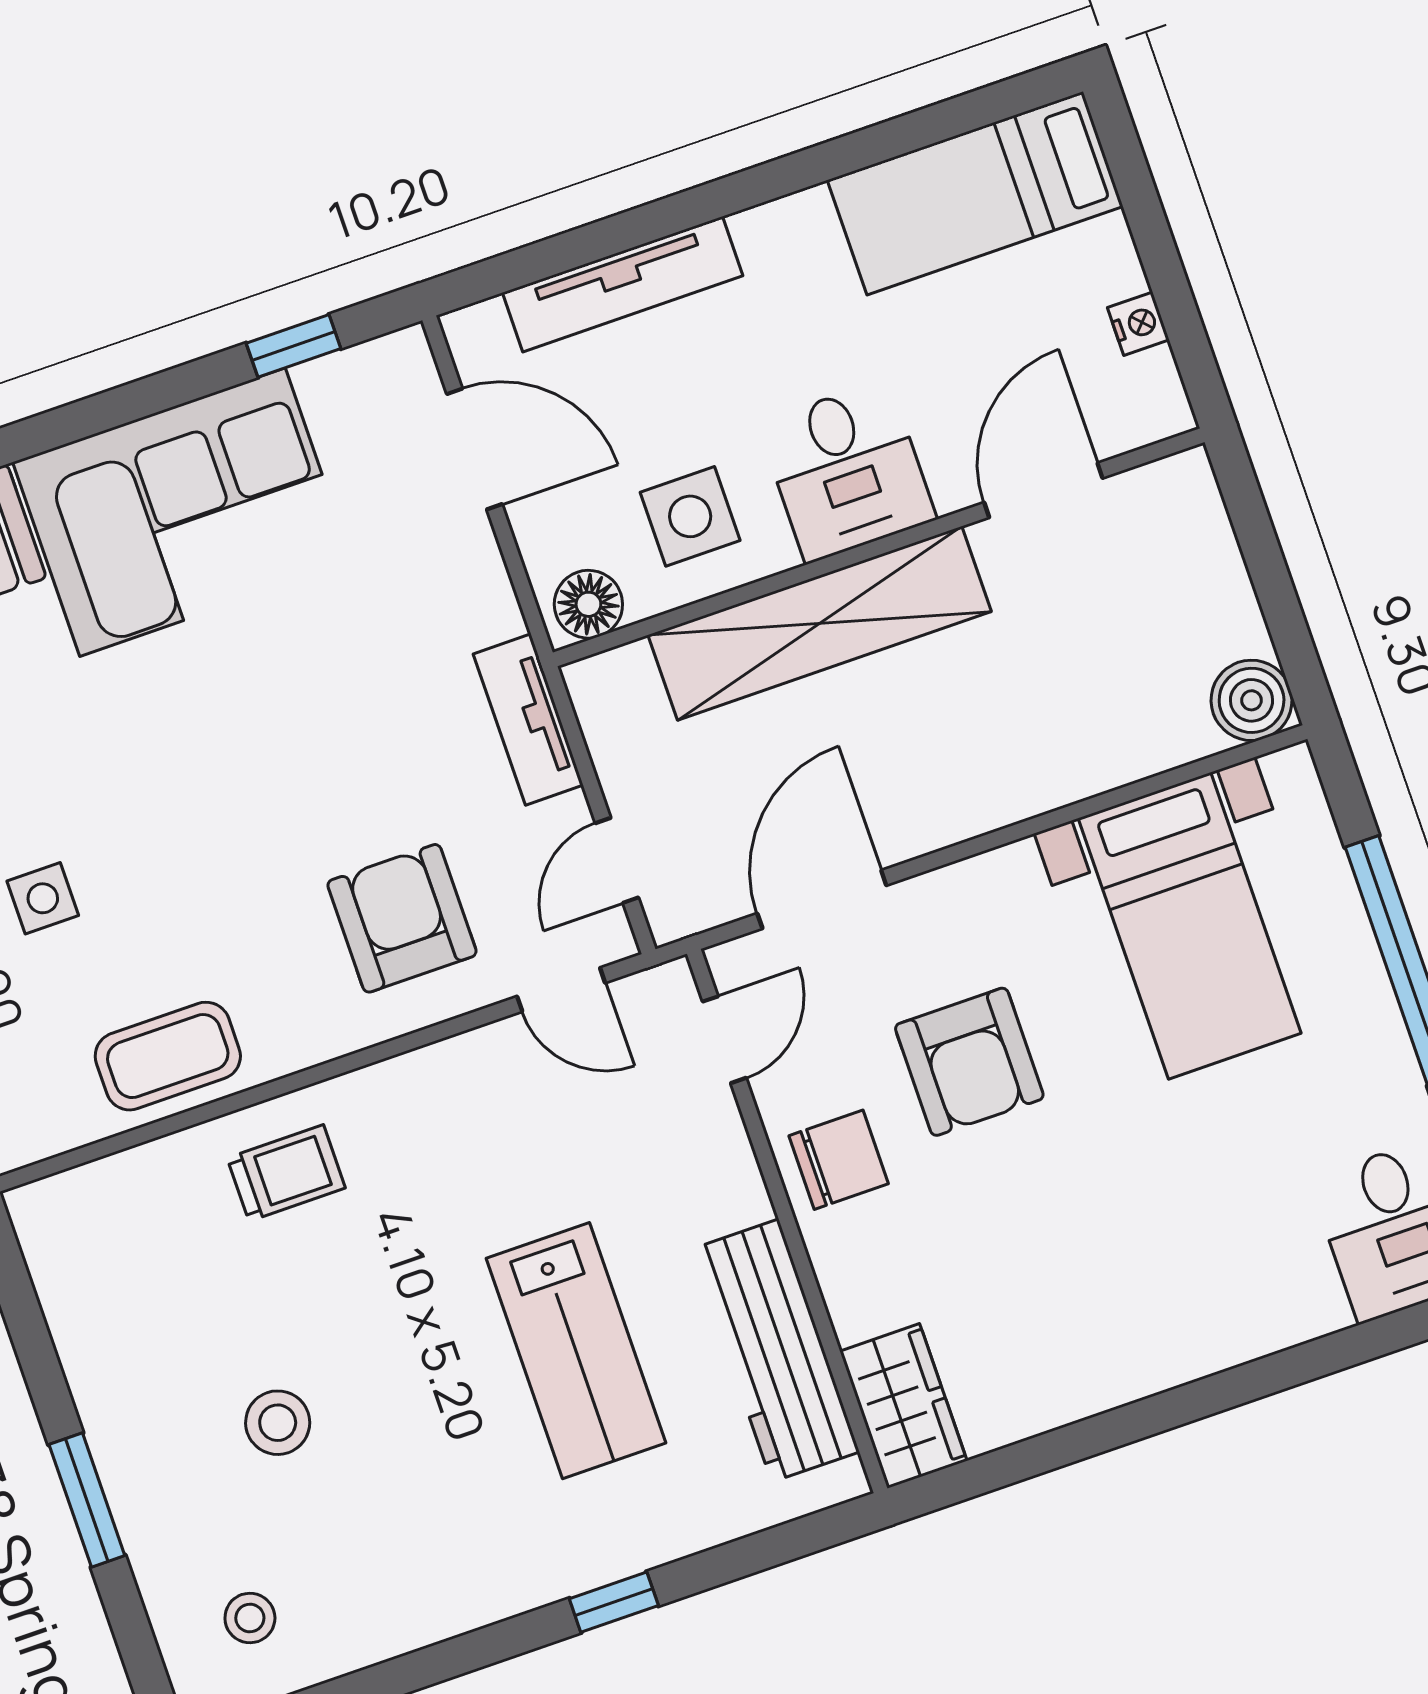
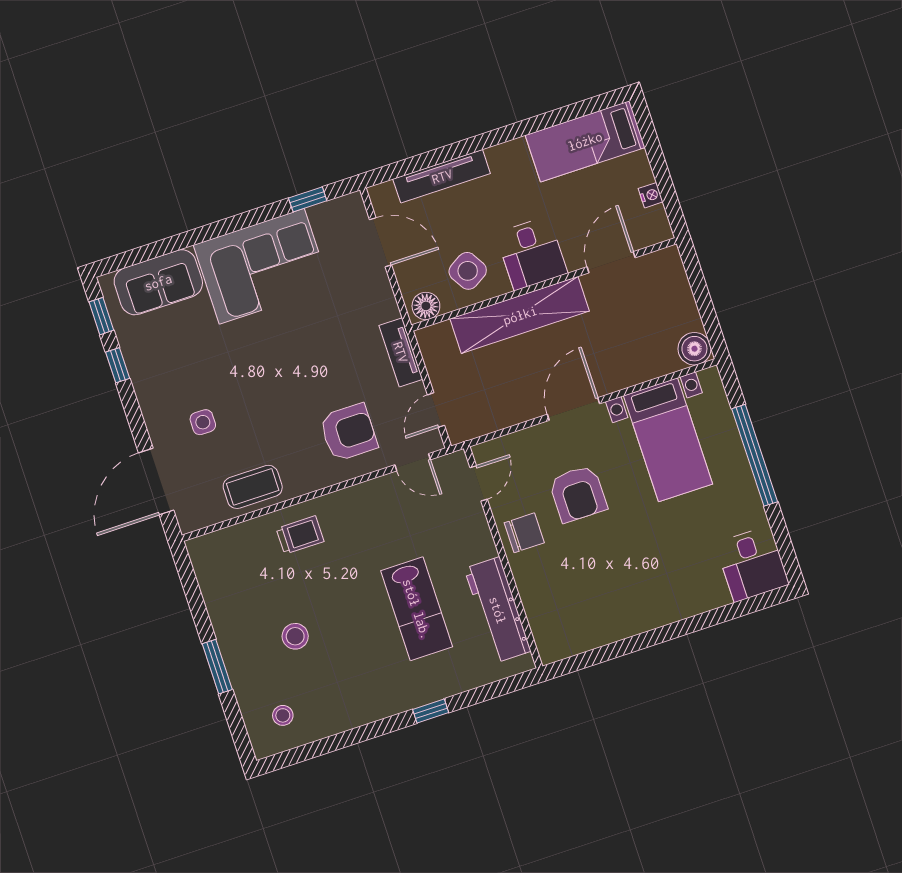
side table: (690, 516) -> (468, 271), turned -31
door: (822, 899) -> (573, 409), moved
armchair: (402, 918) -> (348, 432), turned 90
wardrobe: (903, 1406) -> (549, 633), removed

